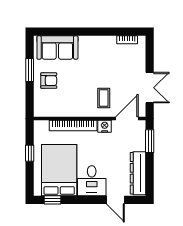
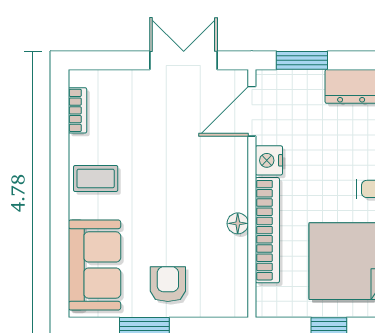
coffee table: (104, 98) -> (96, 178), moved
floor lamp: (76, 112) -> (238, 223), added
door: (127, 118) -> (252, 111), hinge flipped

